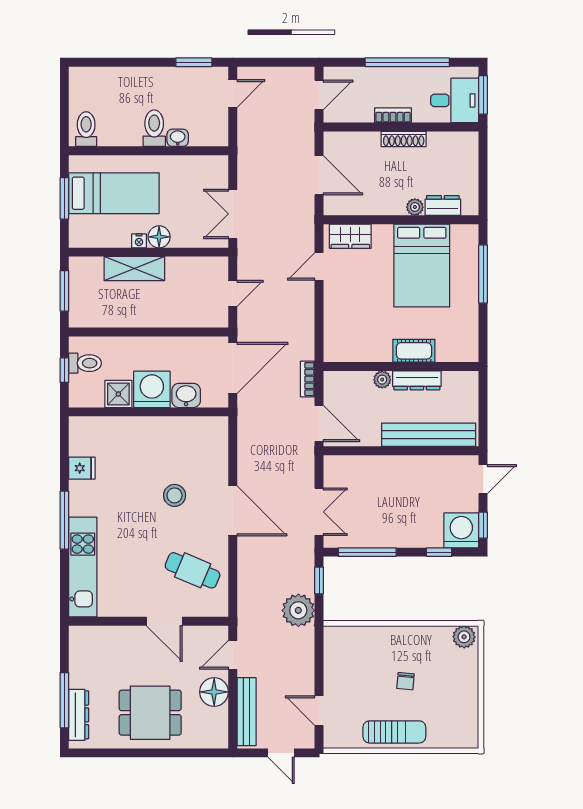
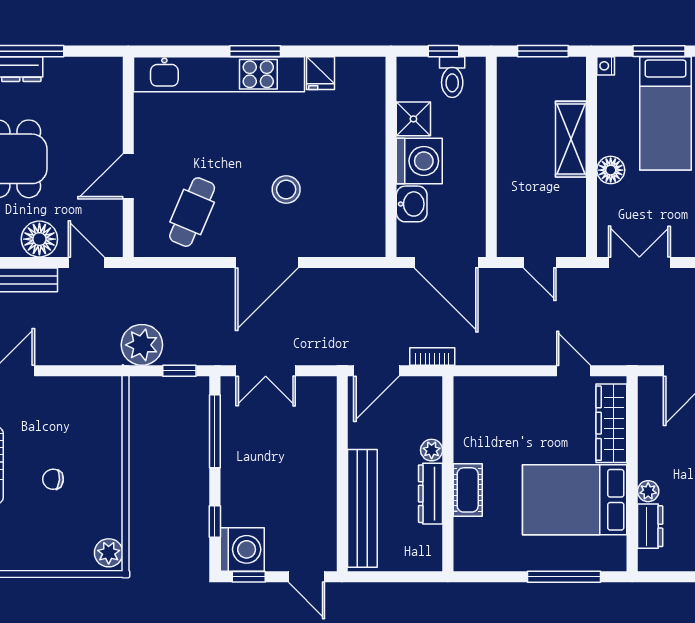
wardrobe: (350, 236) -> (611, 423), width x1.50
nightstand: (139, 241) -> (606, 66), moved
window: (64, 520) -> (255, 51), width x0.69
kitchen unit: (83, 567) -> (219, 74), width x1.36

